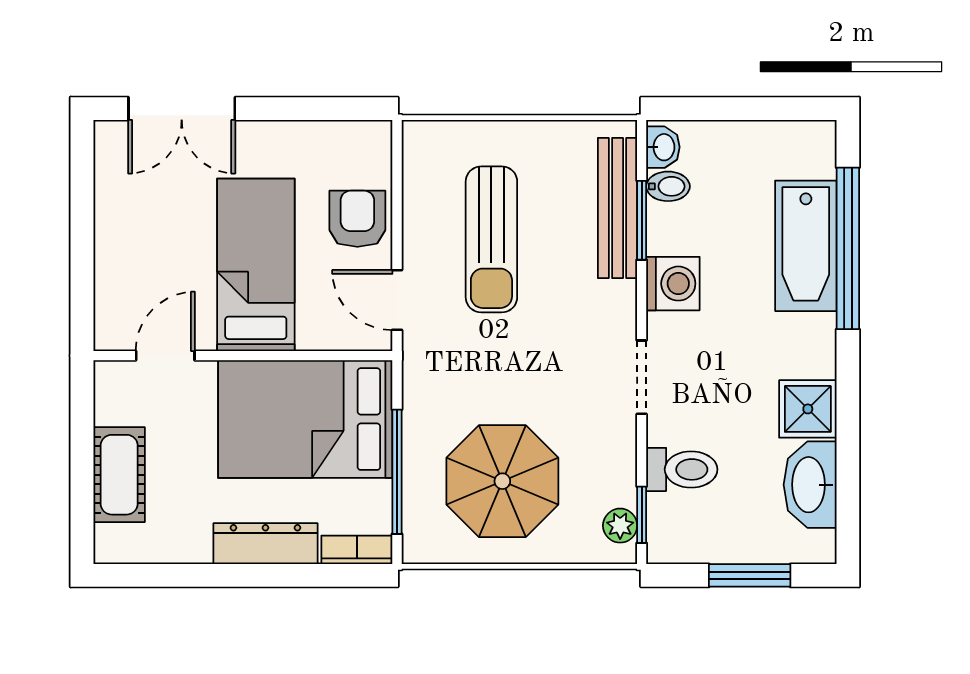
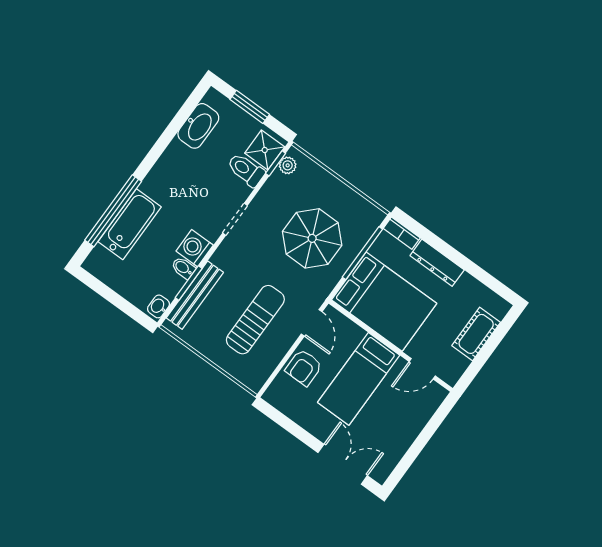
bidet: (668, 186) -> (183, 268), moved
shower: (808, 409) -> (265, 150), moved
parasol: (502, 481) -> (312, 238), moved

